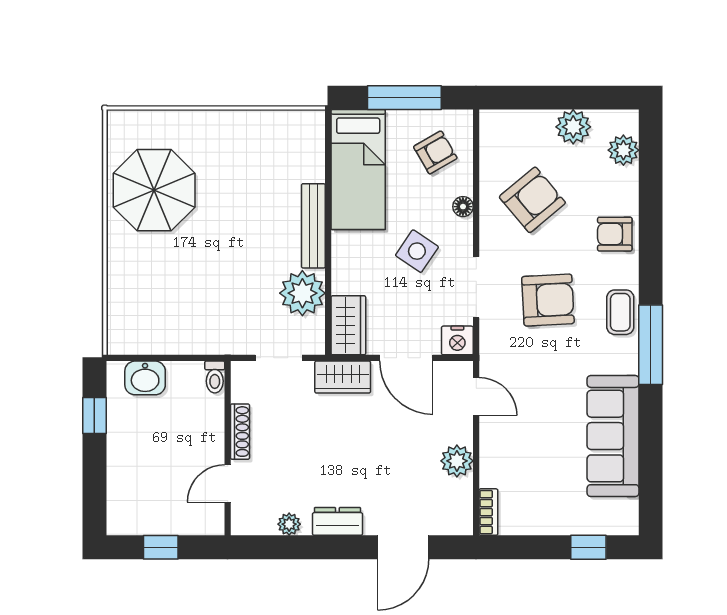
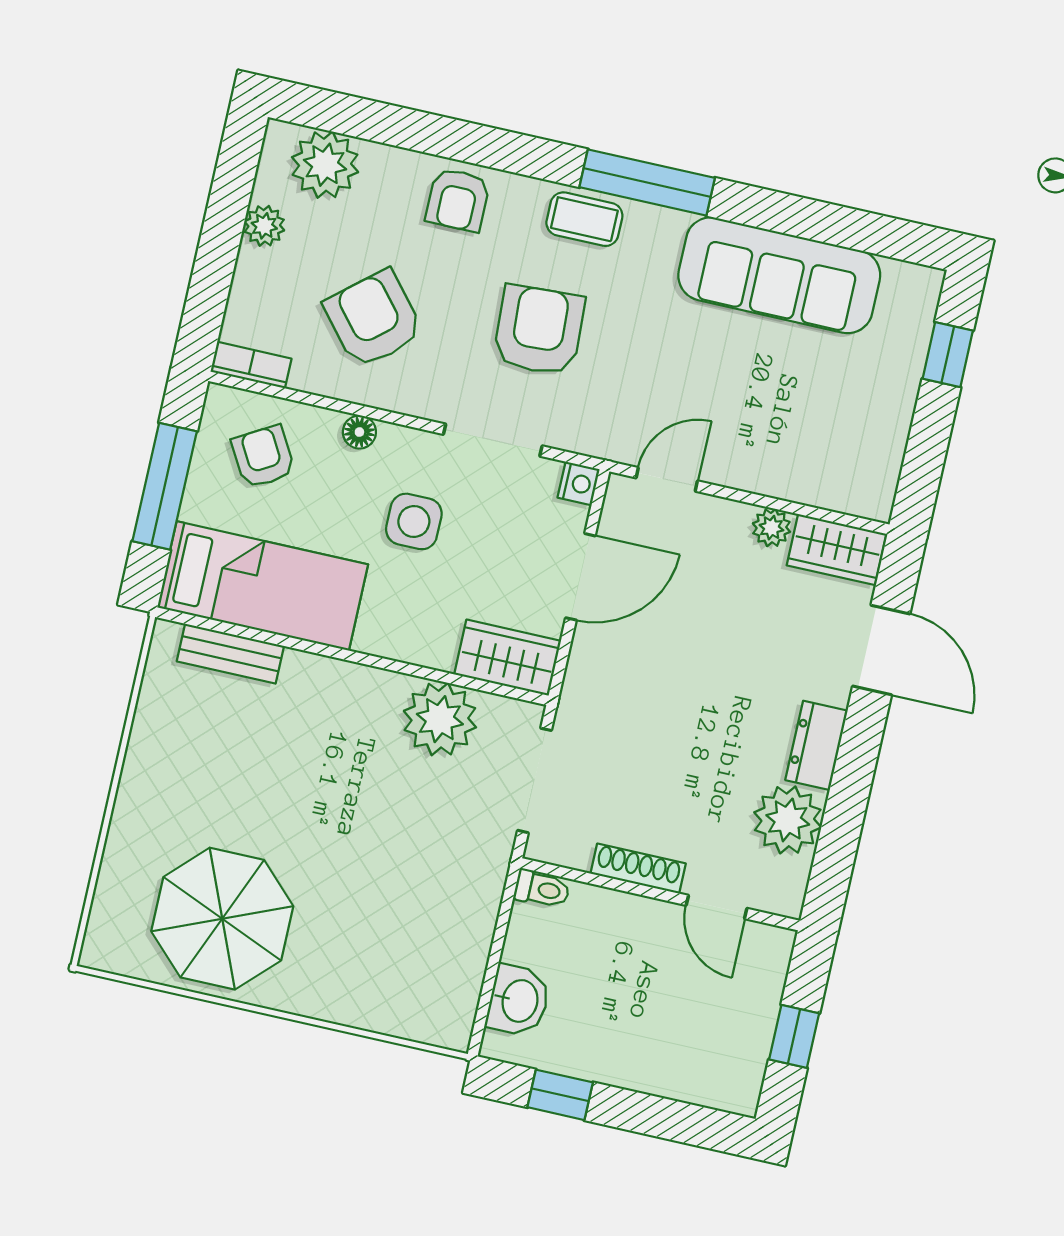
plant: (573, 127) -> (264, 226), width x0.73, depth x0.73
plant: (623, 150) -> (325, 165), width x1.36, depth x1.36
bench: (313, 226) -> (230, 654), moved, width x0.73
side table: (417, 251) -> (414, 521), turned -34
nightstand: (457, 340) -> (579, 483), width x0.72, depth x0.74
doorway: (279, 358) -> (535, 780), width x1.38
wardrobe: (343, 377) -> (837, 550), moved, turned 90
plant: (457, 461) -> (771, 528), width x0.73, depth x0.73
bookcase: (488, 512) -> (251, 365), moved
plant: (289, 524) -> (788, 820), width x1.87, depth x1.87

